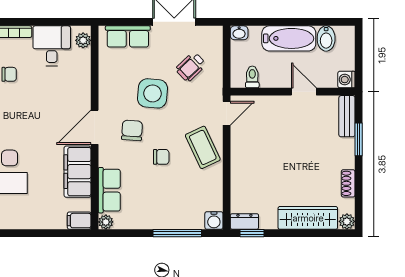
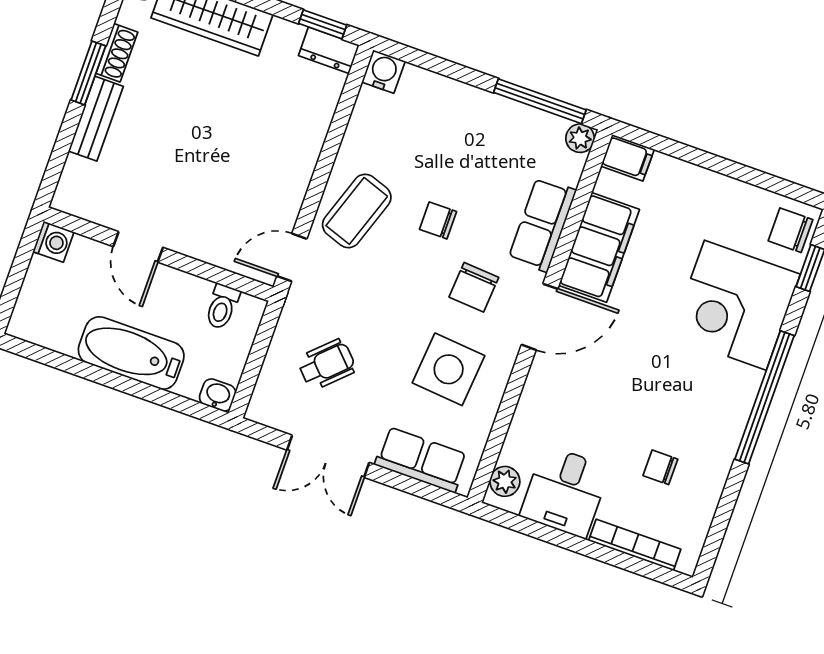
bidet: (326, 39) -> (64, 329), removed
side table: (153, 93) -> (449, 369), moved
bench: (347, 116) -> (96, 119), moved
window: (359, 139) -> (88, 73), moved
coffee table: (203, 147) -> (357, 211), turned 44
row of seats: (109, 190) -> (542, 225), moved
window: (177, 233) -> (540, 101), moved

